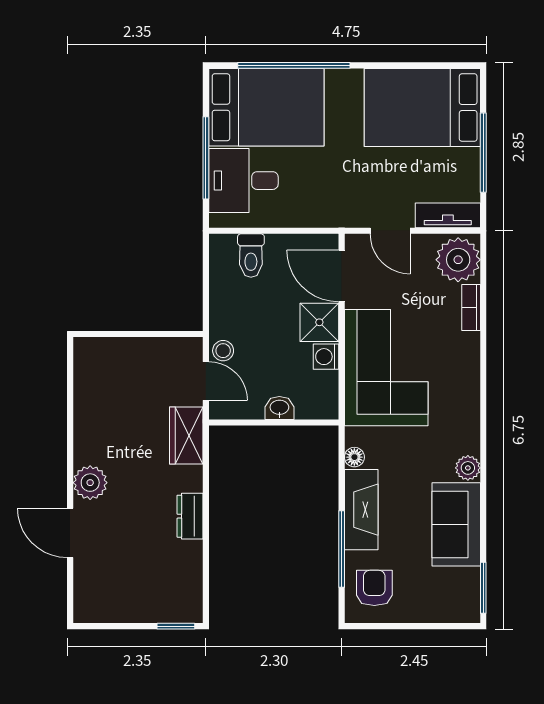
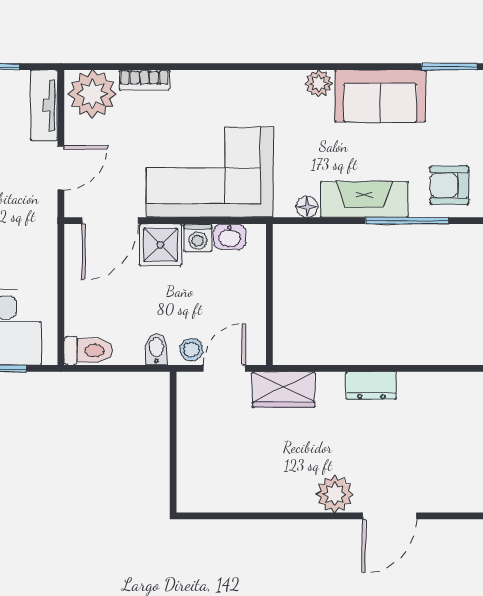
toilet: (251, 256) -> (88, 351), moved
bidet: (223, 318) -> (156, 349), added
washbasin: (279, 408) -> (230, 237), moved, turned -90

